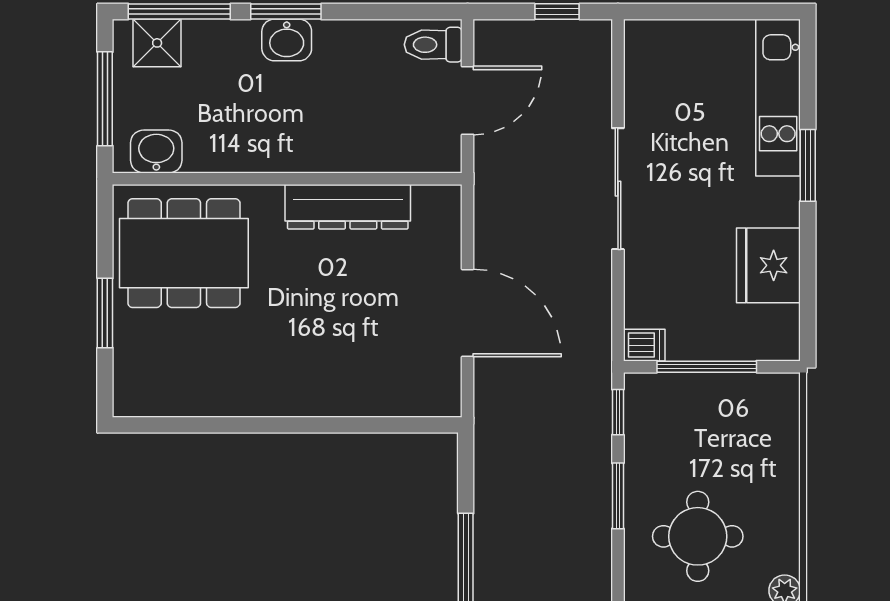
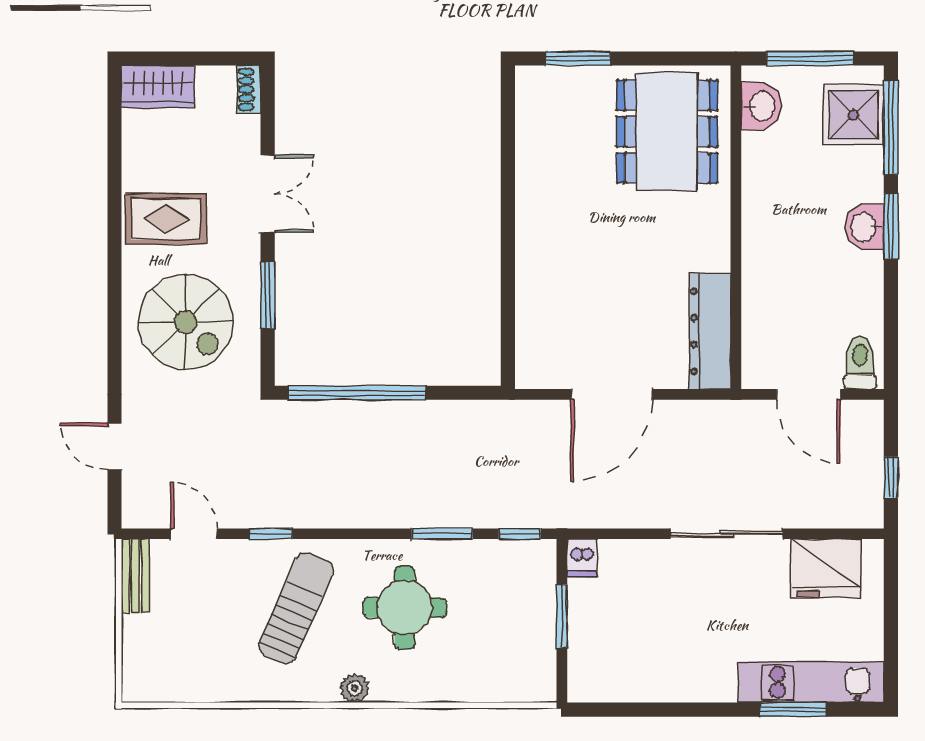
shower: (157, 43) -> (854, 115), width x1.36, depth x1.36
window: (808, 165) -> (793, 710), moved
dresser: (348, 207) -> (710, 331), moved
fridge: (768, 265) -> (826, 568), moved, turned 180
window: (105, 313) -> (578, 58), moved
window: (707, 367) -> (562, 616), width x0.69

